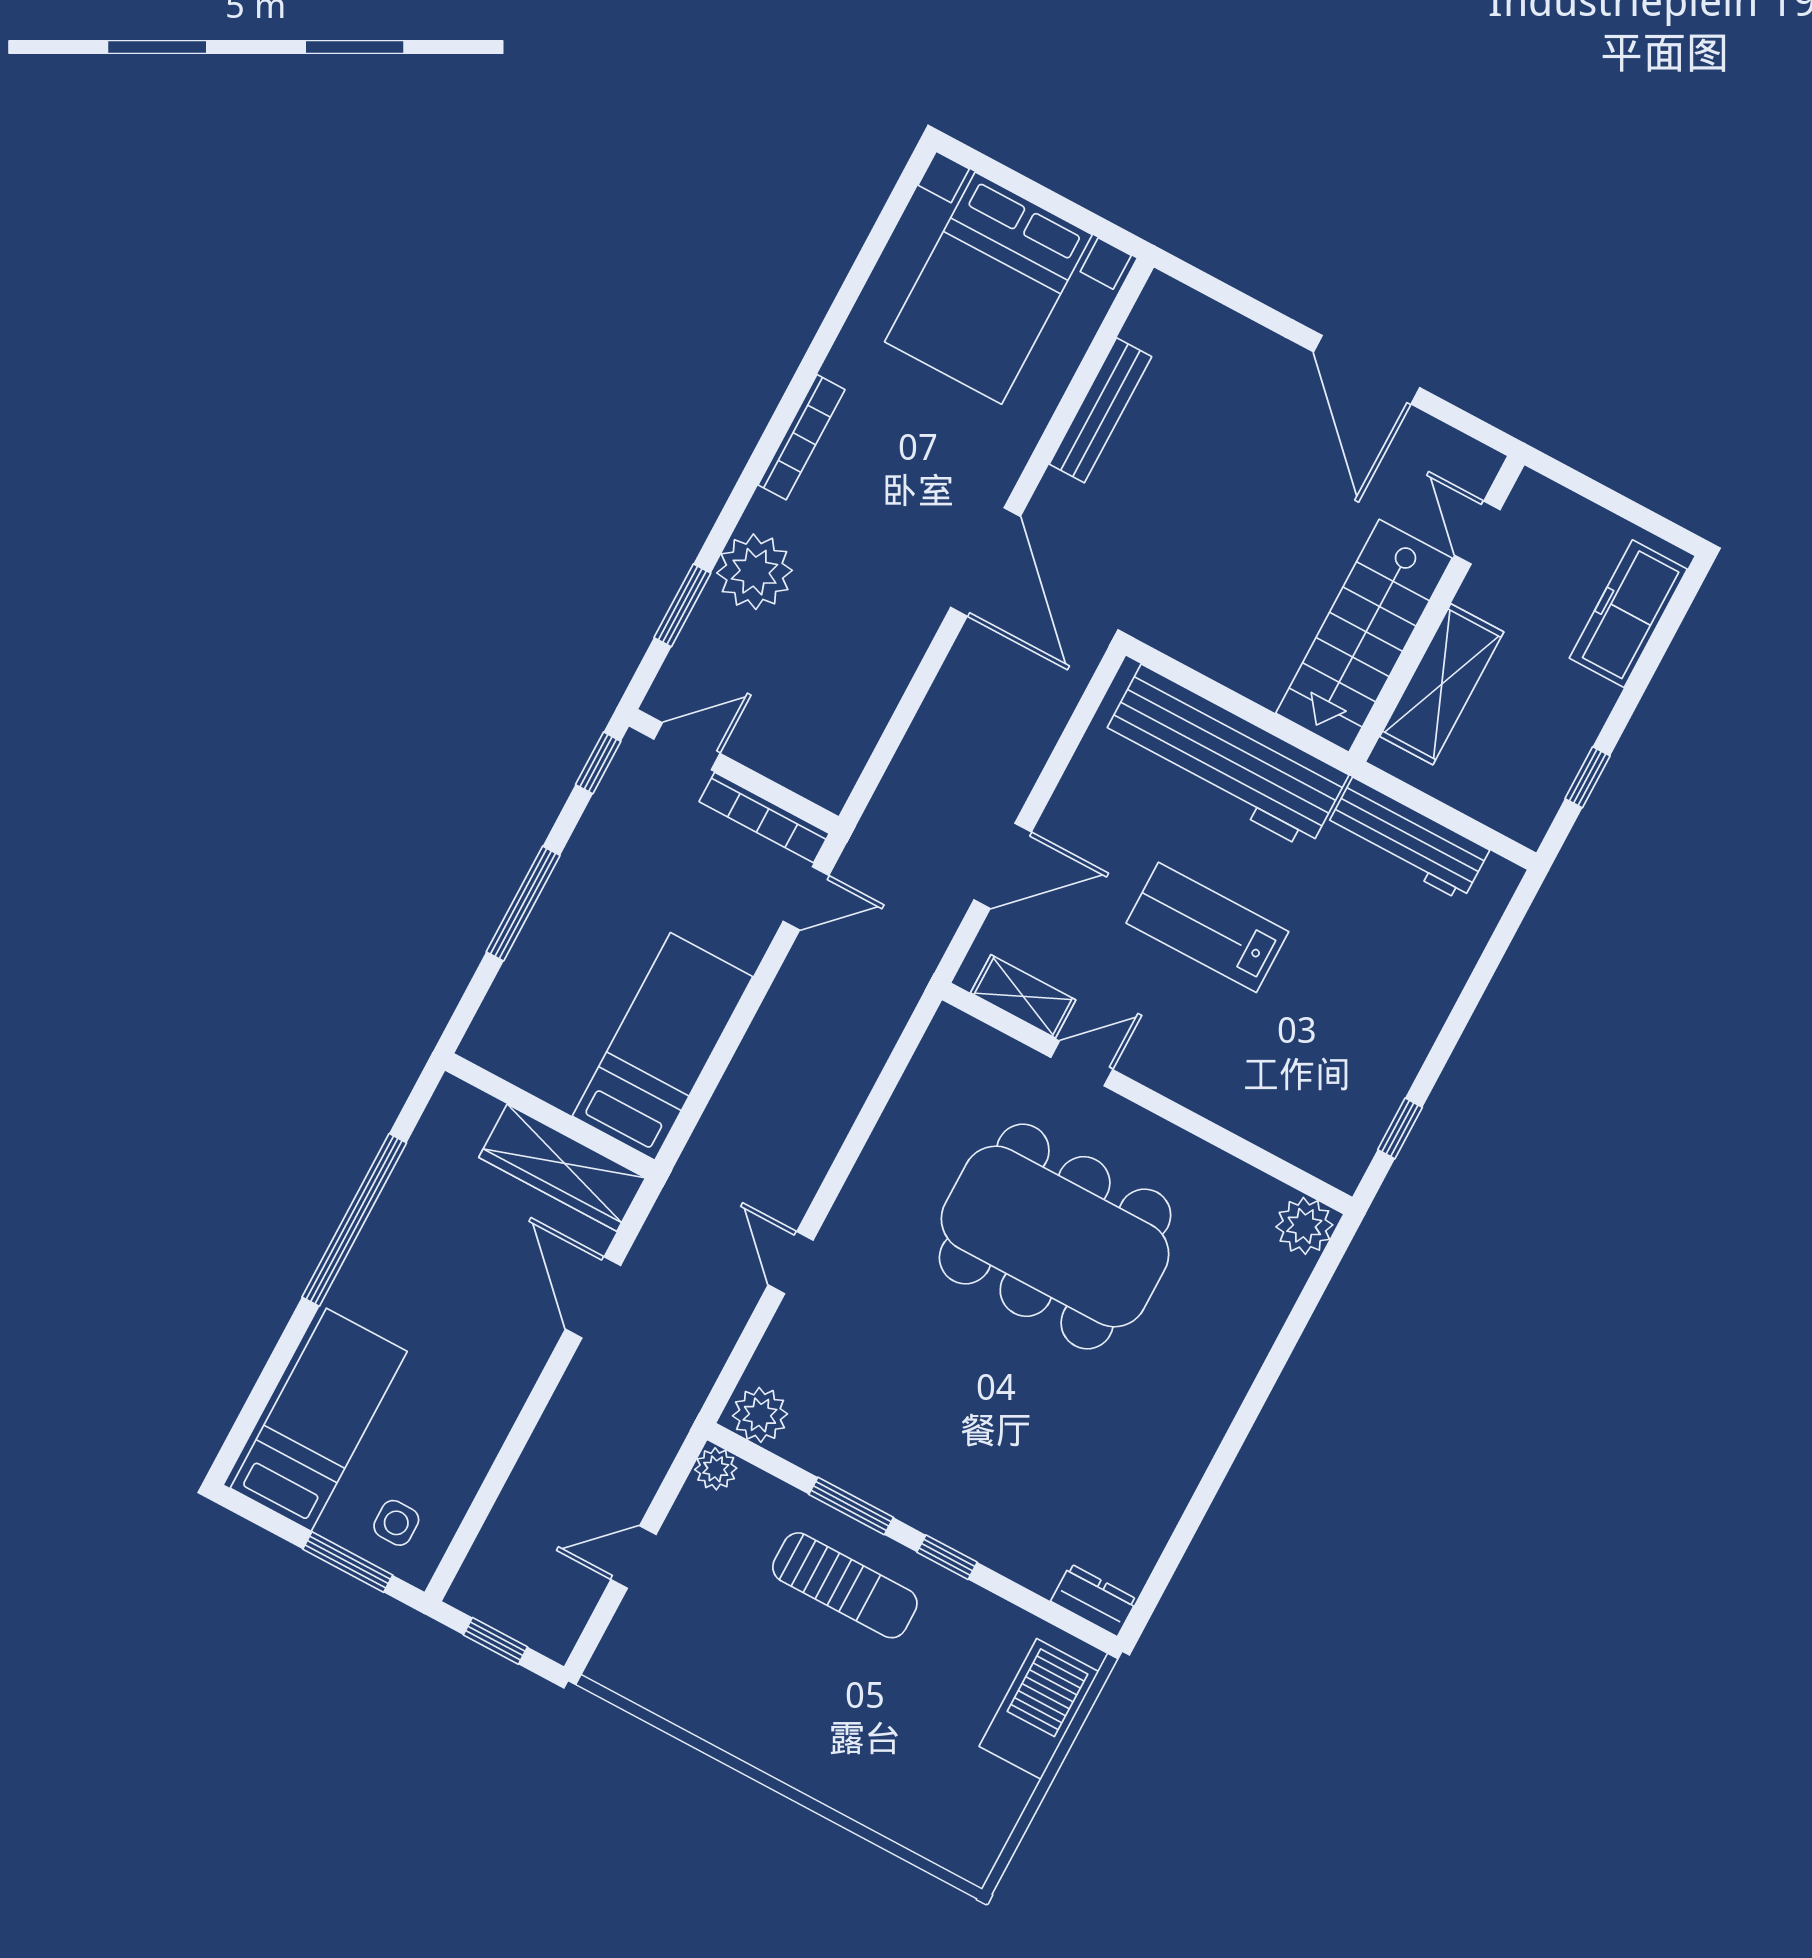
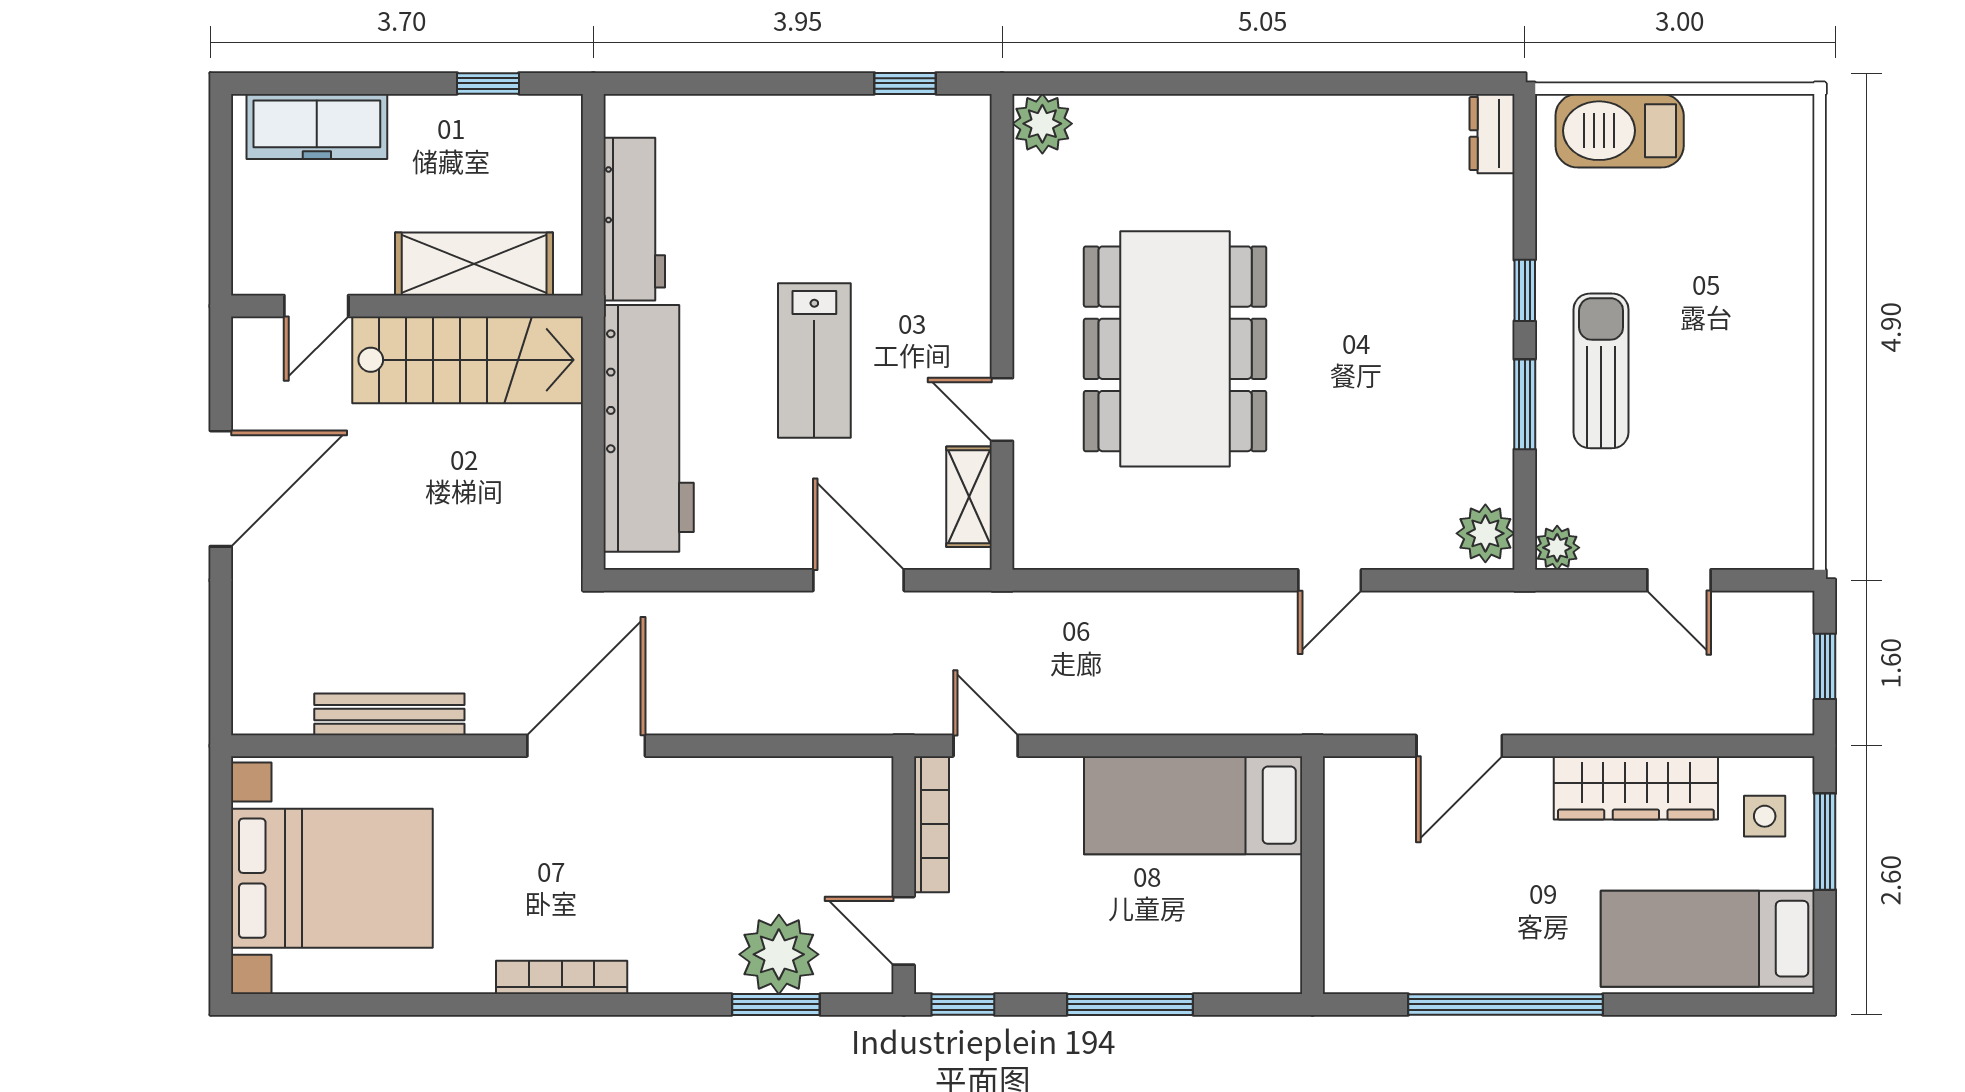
plant: (755, 572) -> (779, 954), moved
wardrobe: (562, 1168) -> (1636, 788), moved, turned 90

